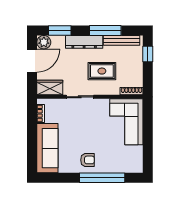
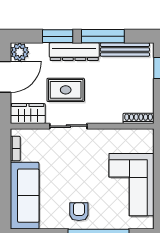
window: (60, 30) -> (58, 36), moved
rug: (102, 71) -> (66, 90), moved
corner sofa: (126, 122) -> (132, 185), moved
armchair: (88, 160) -> (79, 212), turned -90

